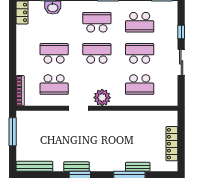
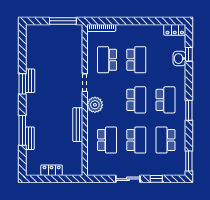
school desk: (140, 85) -> (107, 140), turned 180
locker: (172, 144) -> (52, 170), width x0.66
bench: (34, 166) -> (78, 125), moved

